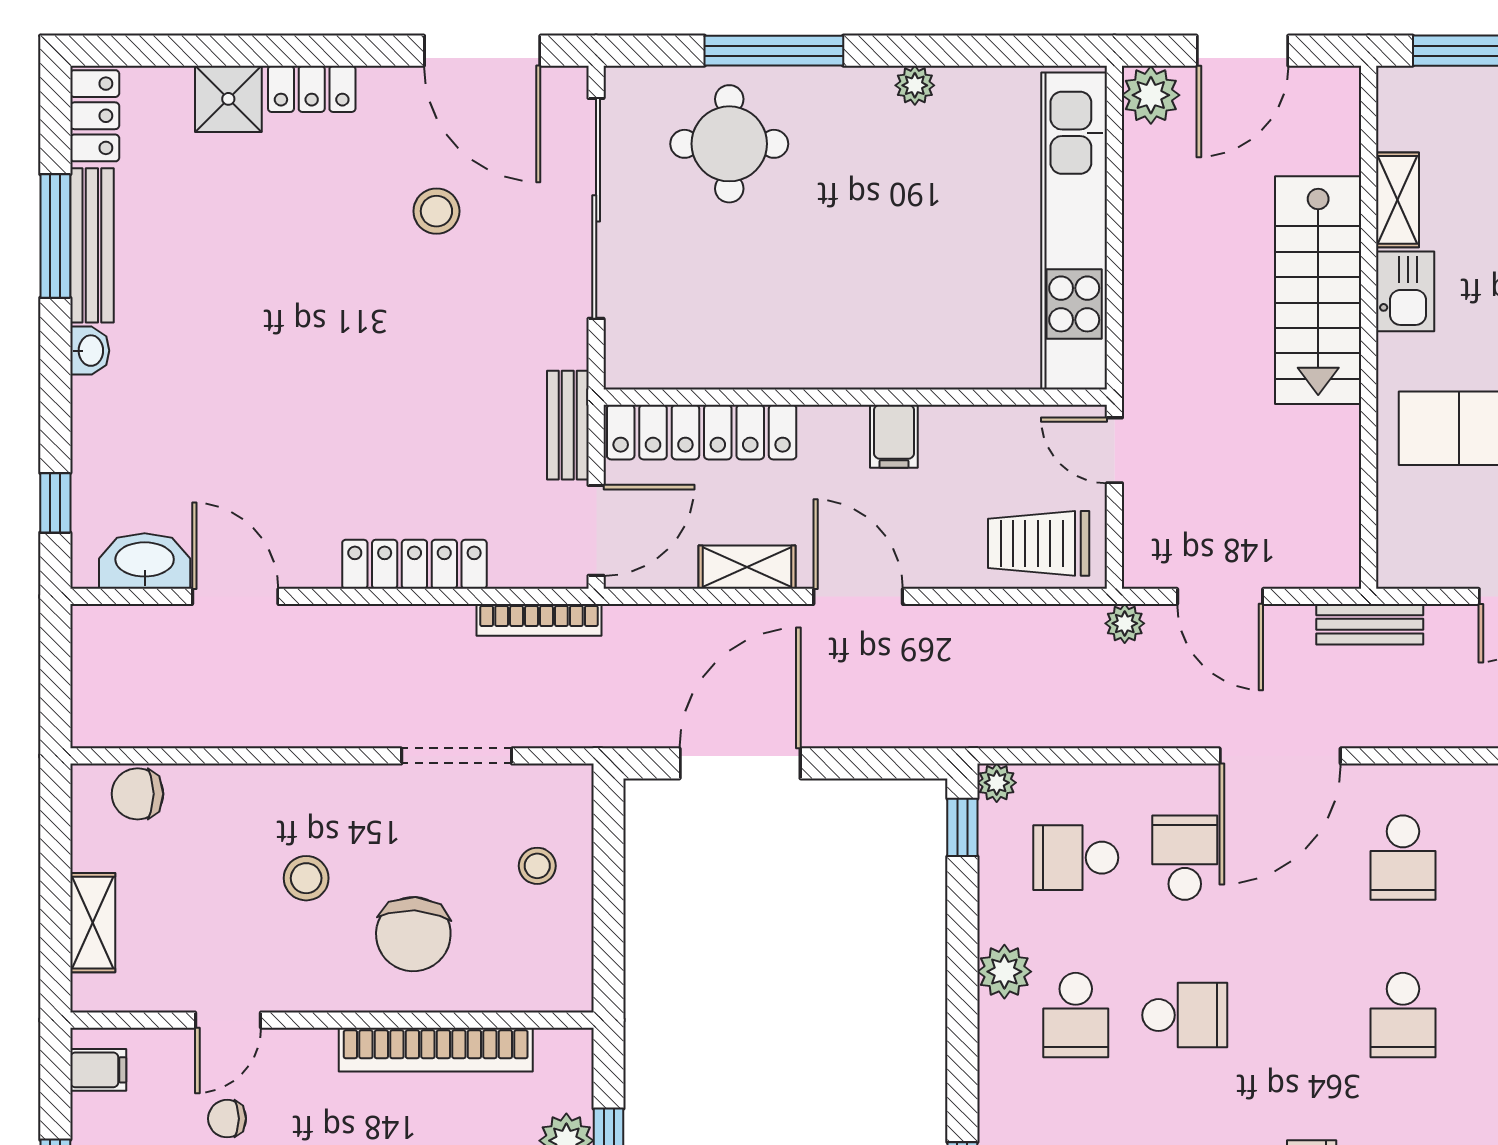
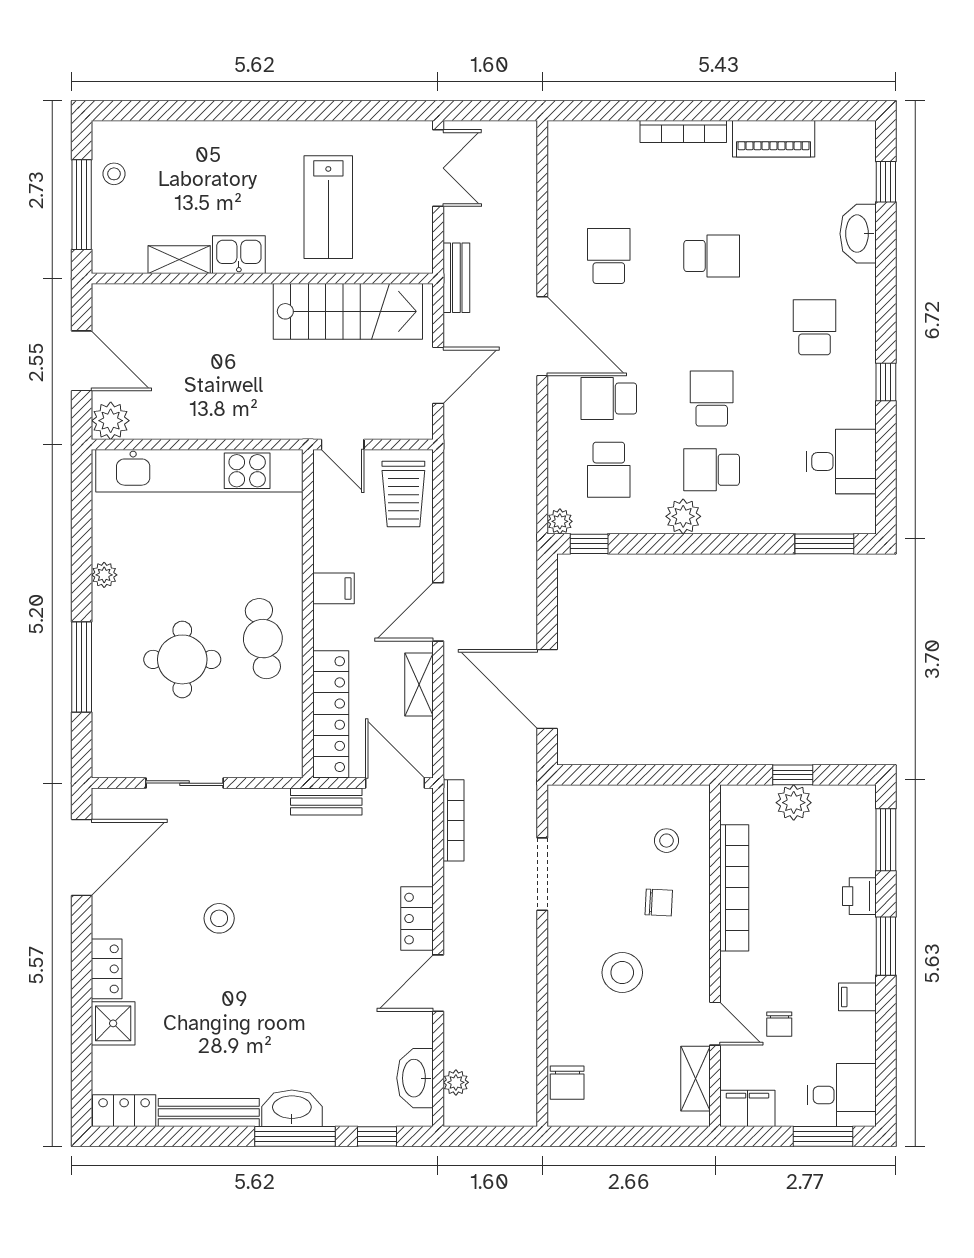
round table: (729, 144) -> (182, 659), moved
sliding door: (596, 208) -> (185, 783), width x0.54
stool: (436, 211) -> (219, 918), moved
window: (55, 236) -> (295, 1136), moved
stairs: (1318, 290) -> (348, 311), moved
cafe table: (817, 328) -> (263, 639), added
washbasin: (90, 351) -> (292, 1108), width x1.91, depth x1.45
door: (1114, 450) -> (343, 444), hinge flipped
locker: (414, 564) -> (417, 919), width x0.66
door: (235, 596) -> (438, 983), moved
plant: (1125, 623) -> (456, 1082), moved
school desk: (1403, 858) -> (609, 256), turned -90
stool: (537, 866) -> (667, 841), moved
stool: (306, 878) -> (622, 973), width x1.38, depth x1.38
shelving: (93, 923) -> (695, 1079), moved, turned 90
chair: (413, 934) -> (659, 903), width x0.54, depth x0.54
school desk: (1076, 1015) -> (712, 470), turned 180
filing cabinet: (98, 1070) -> (747, 1108), width x2.00

